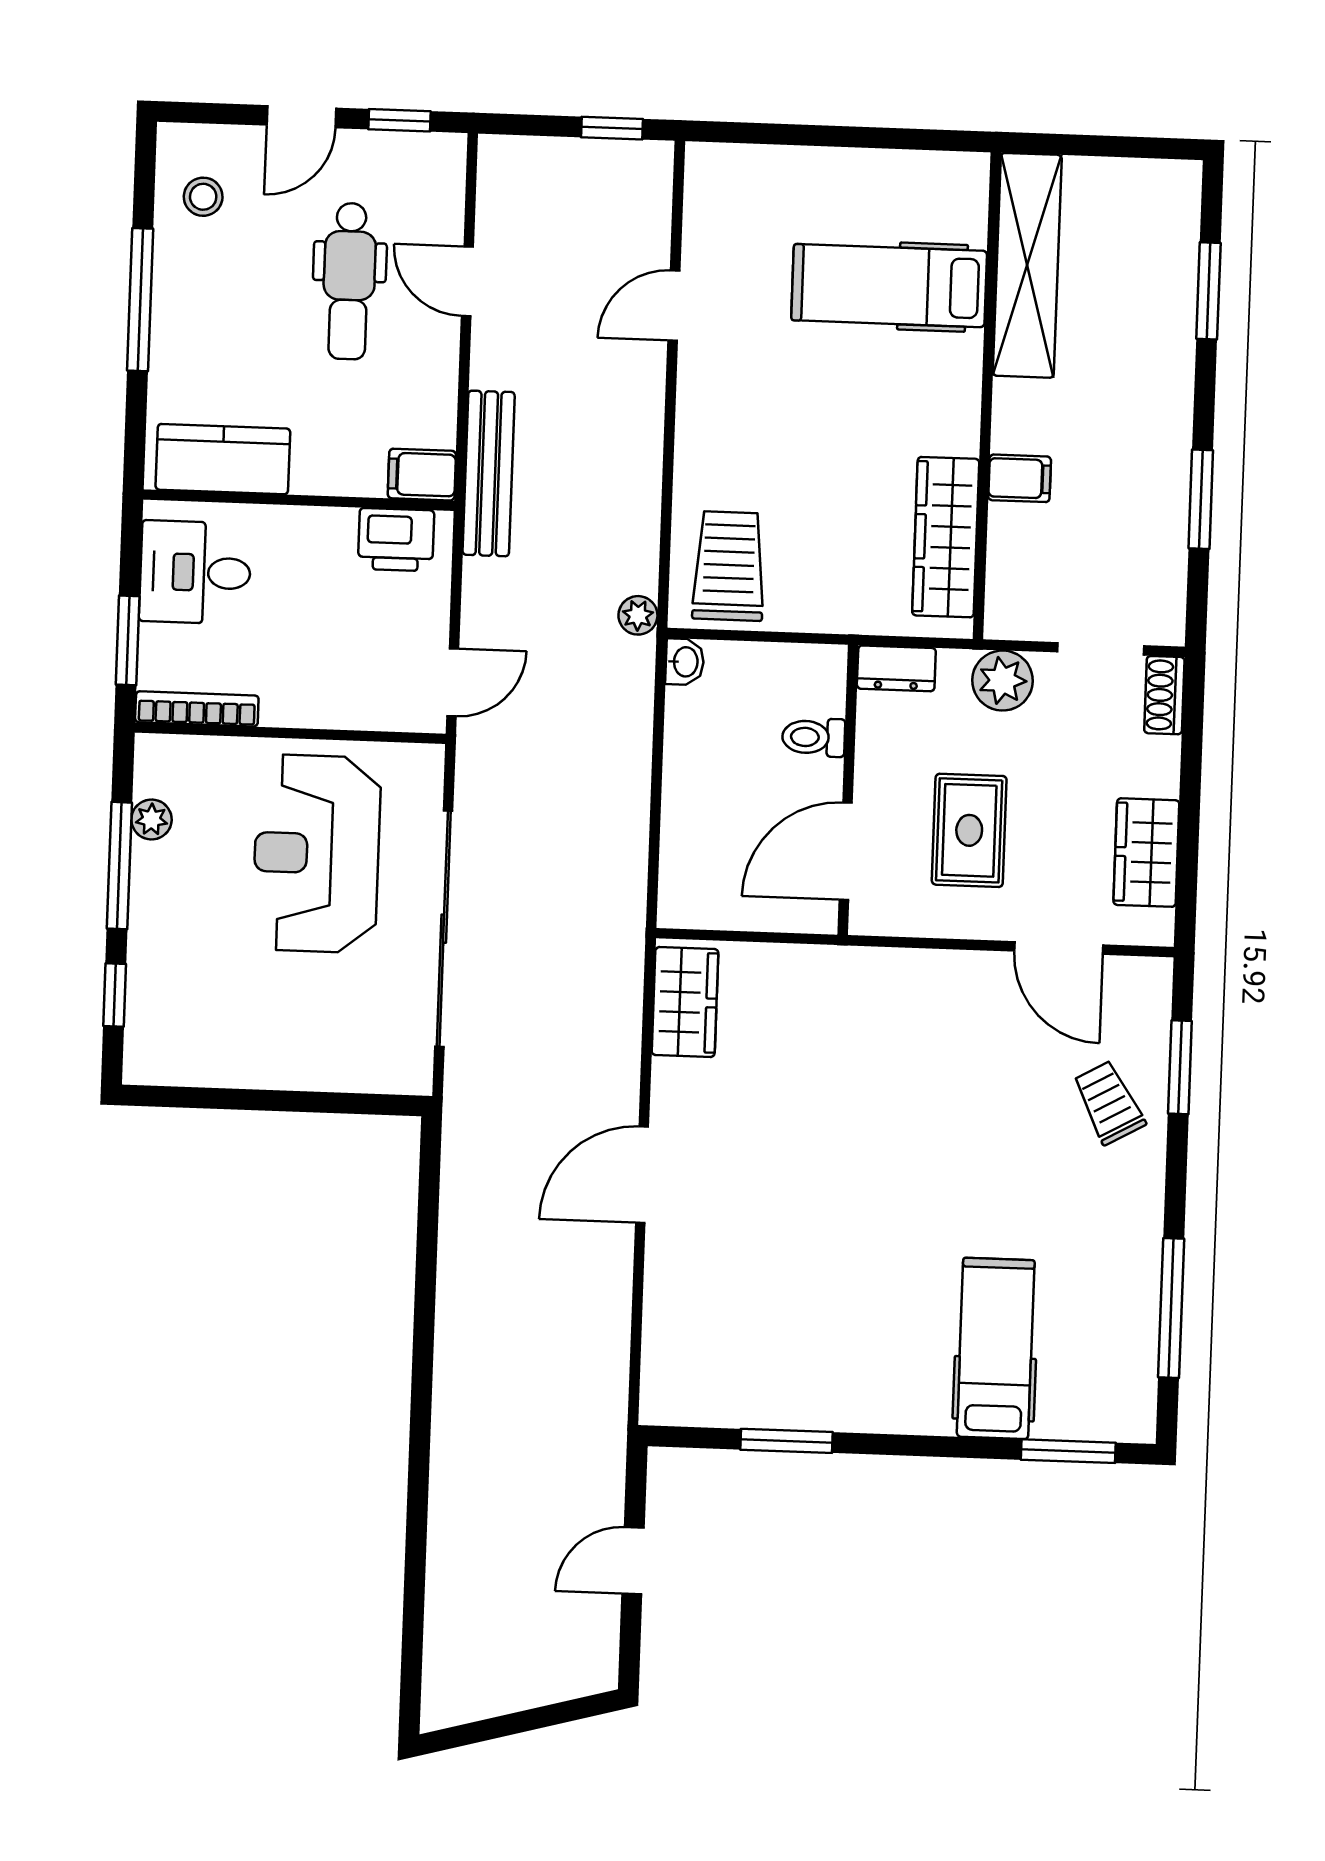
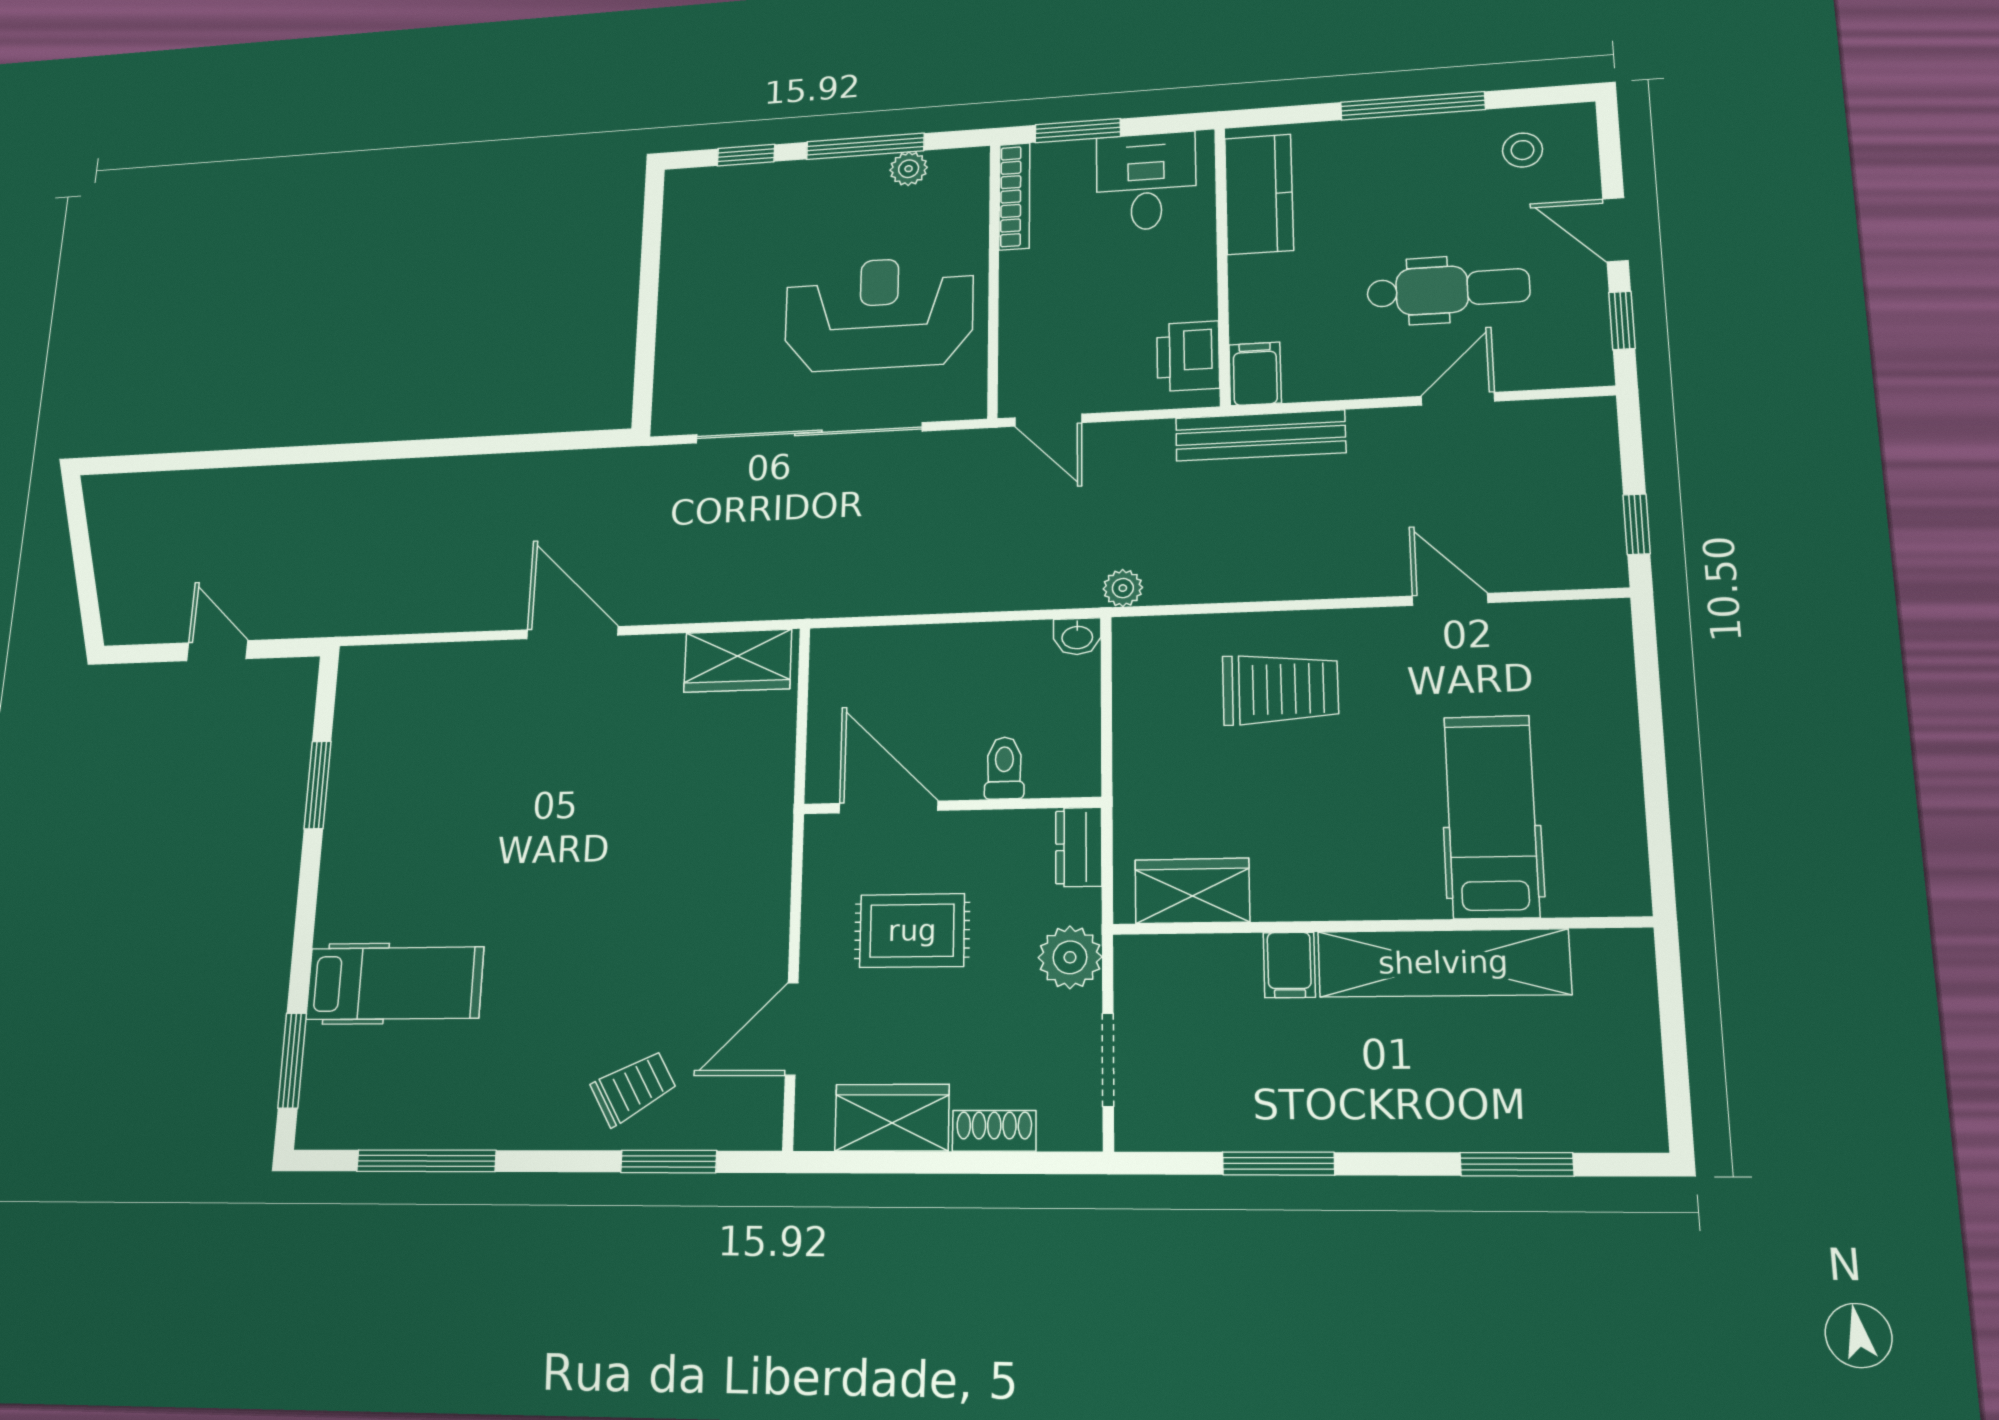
shelving: (1027, 265) -> (1443, 963), moved
dental chair: (349, 281) -> (1448, 290), turned 180
wardrobe: (946, 537) -> (1192, 891), width x0.67
trolley: (729, 566) -> (1280, 689), moved
shoe rack: (1164, 695) -> (994, 1131), moved

